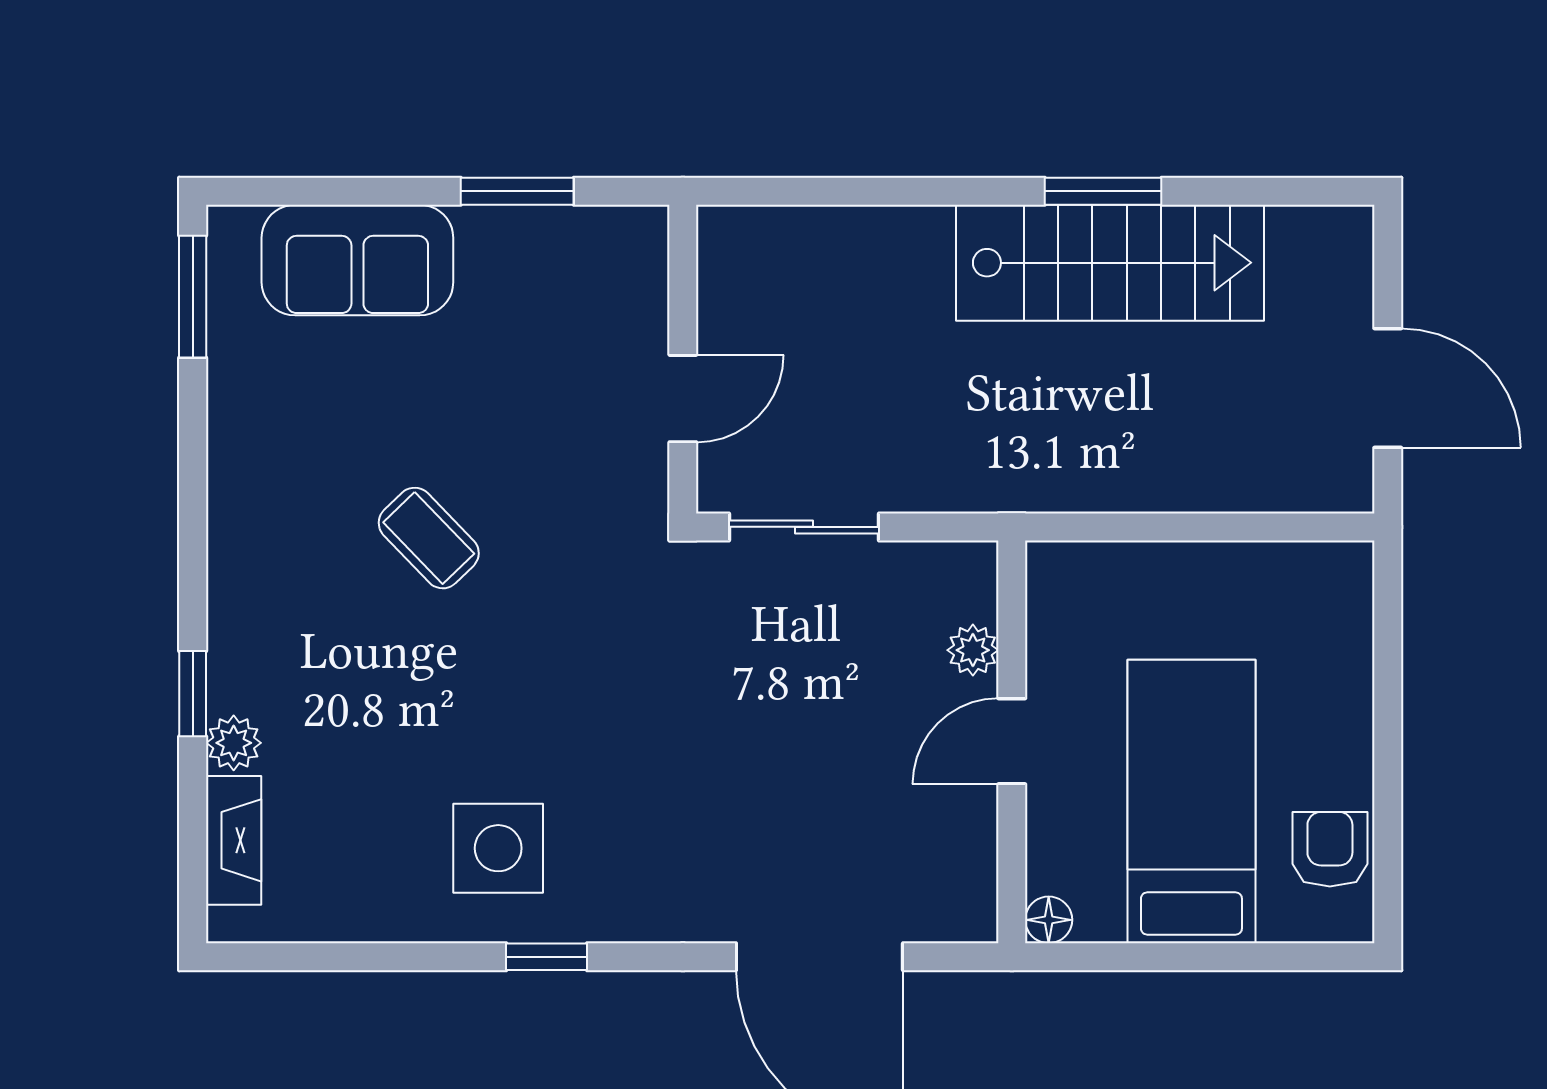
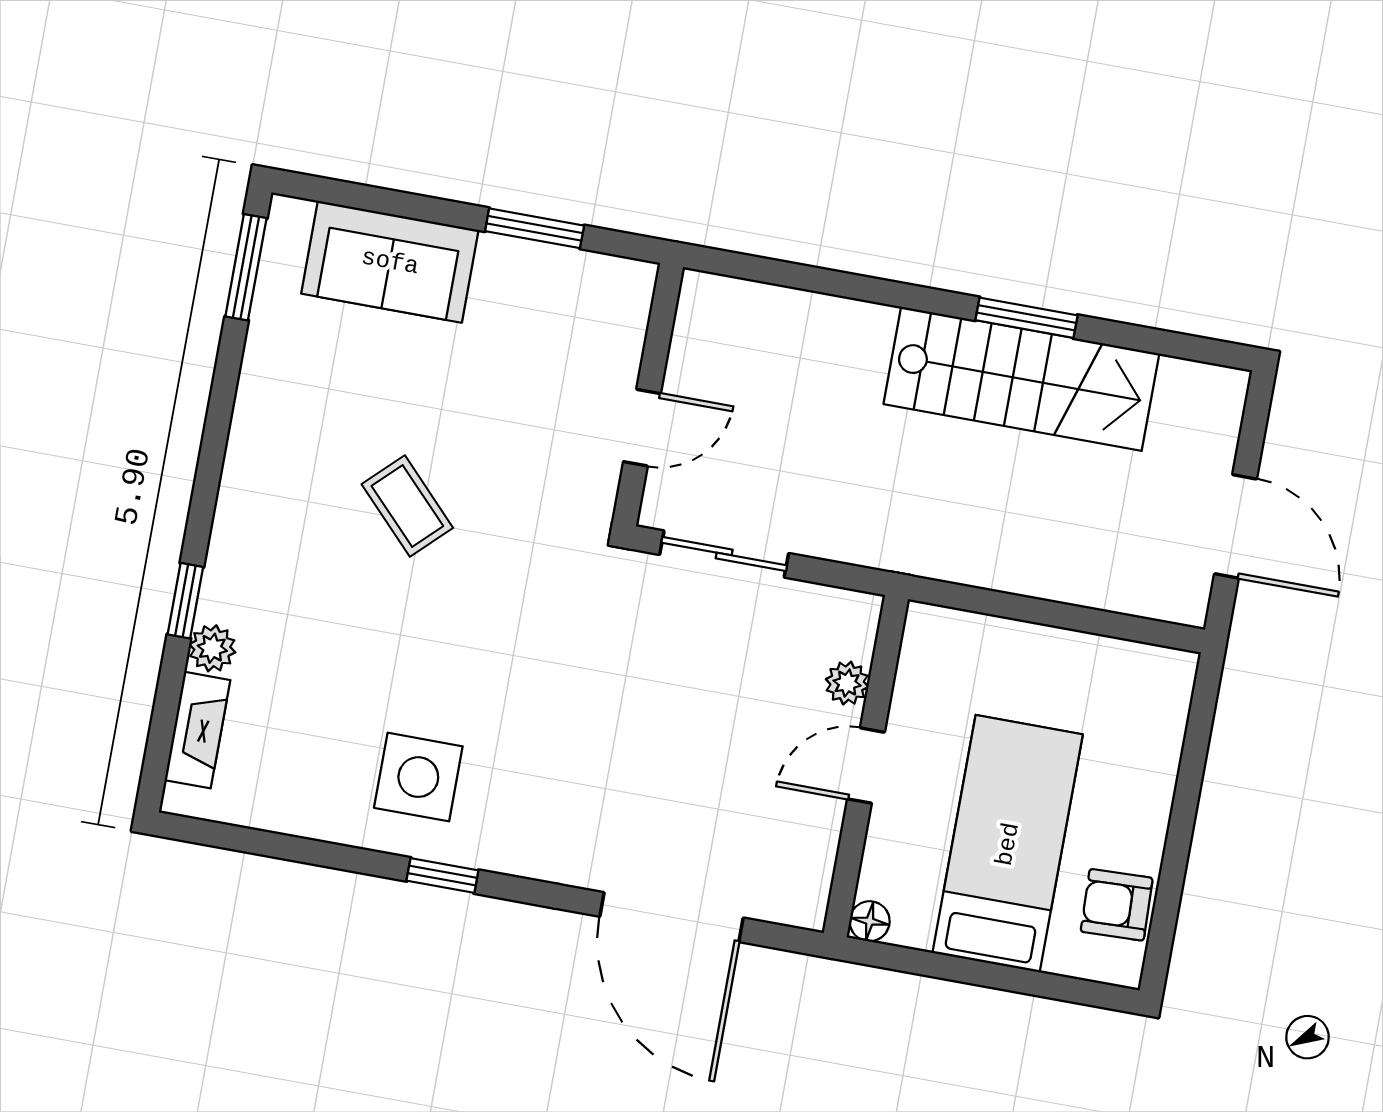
armchair: (1330, 849) -> (1117, 905), turned -92

